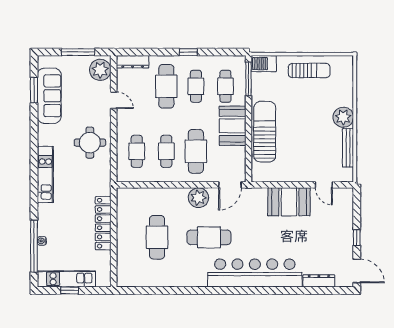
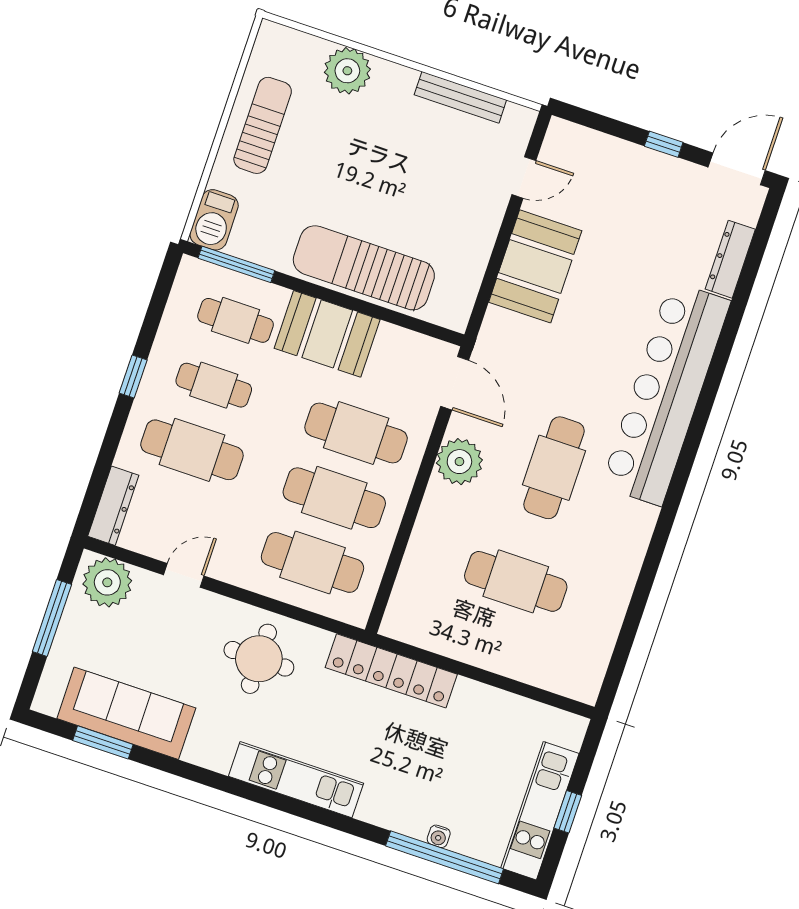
plant: (343, 117) -> (347, 71), moved
cafe table: (137, 151) -> (312, 562), width x1.37, depth x1.35
cafe table: (166, 151) -> (334, 498), width x1.37, depth x1.35
locker: (103, 223) -> (391, 671), moved

